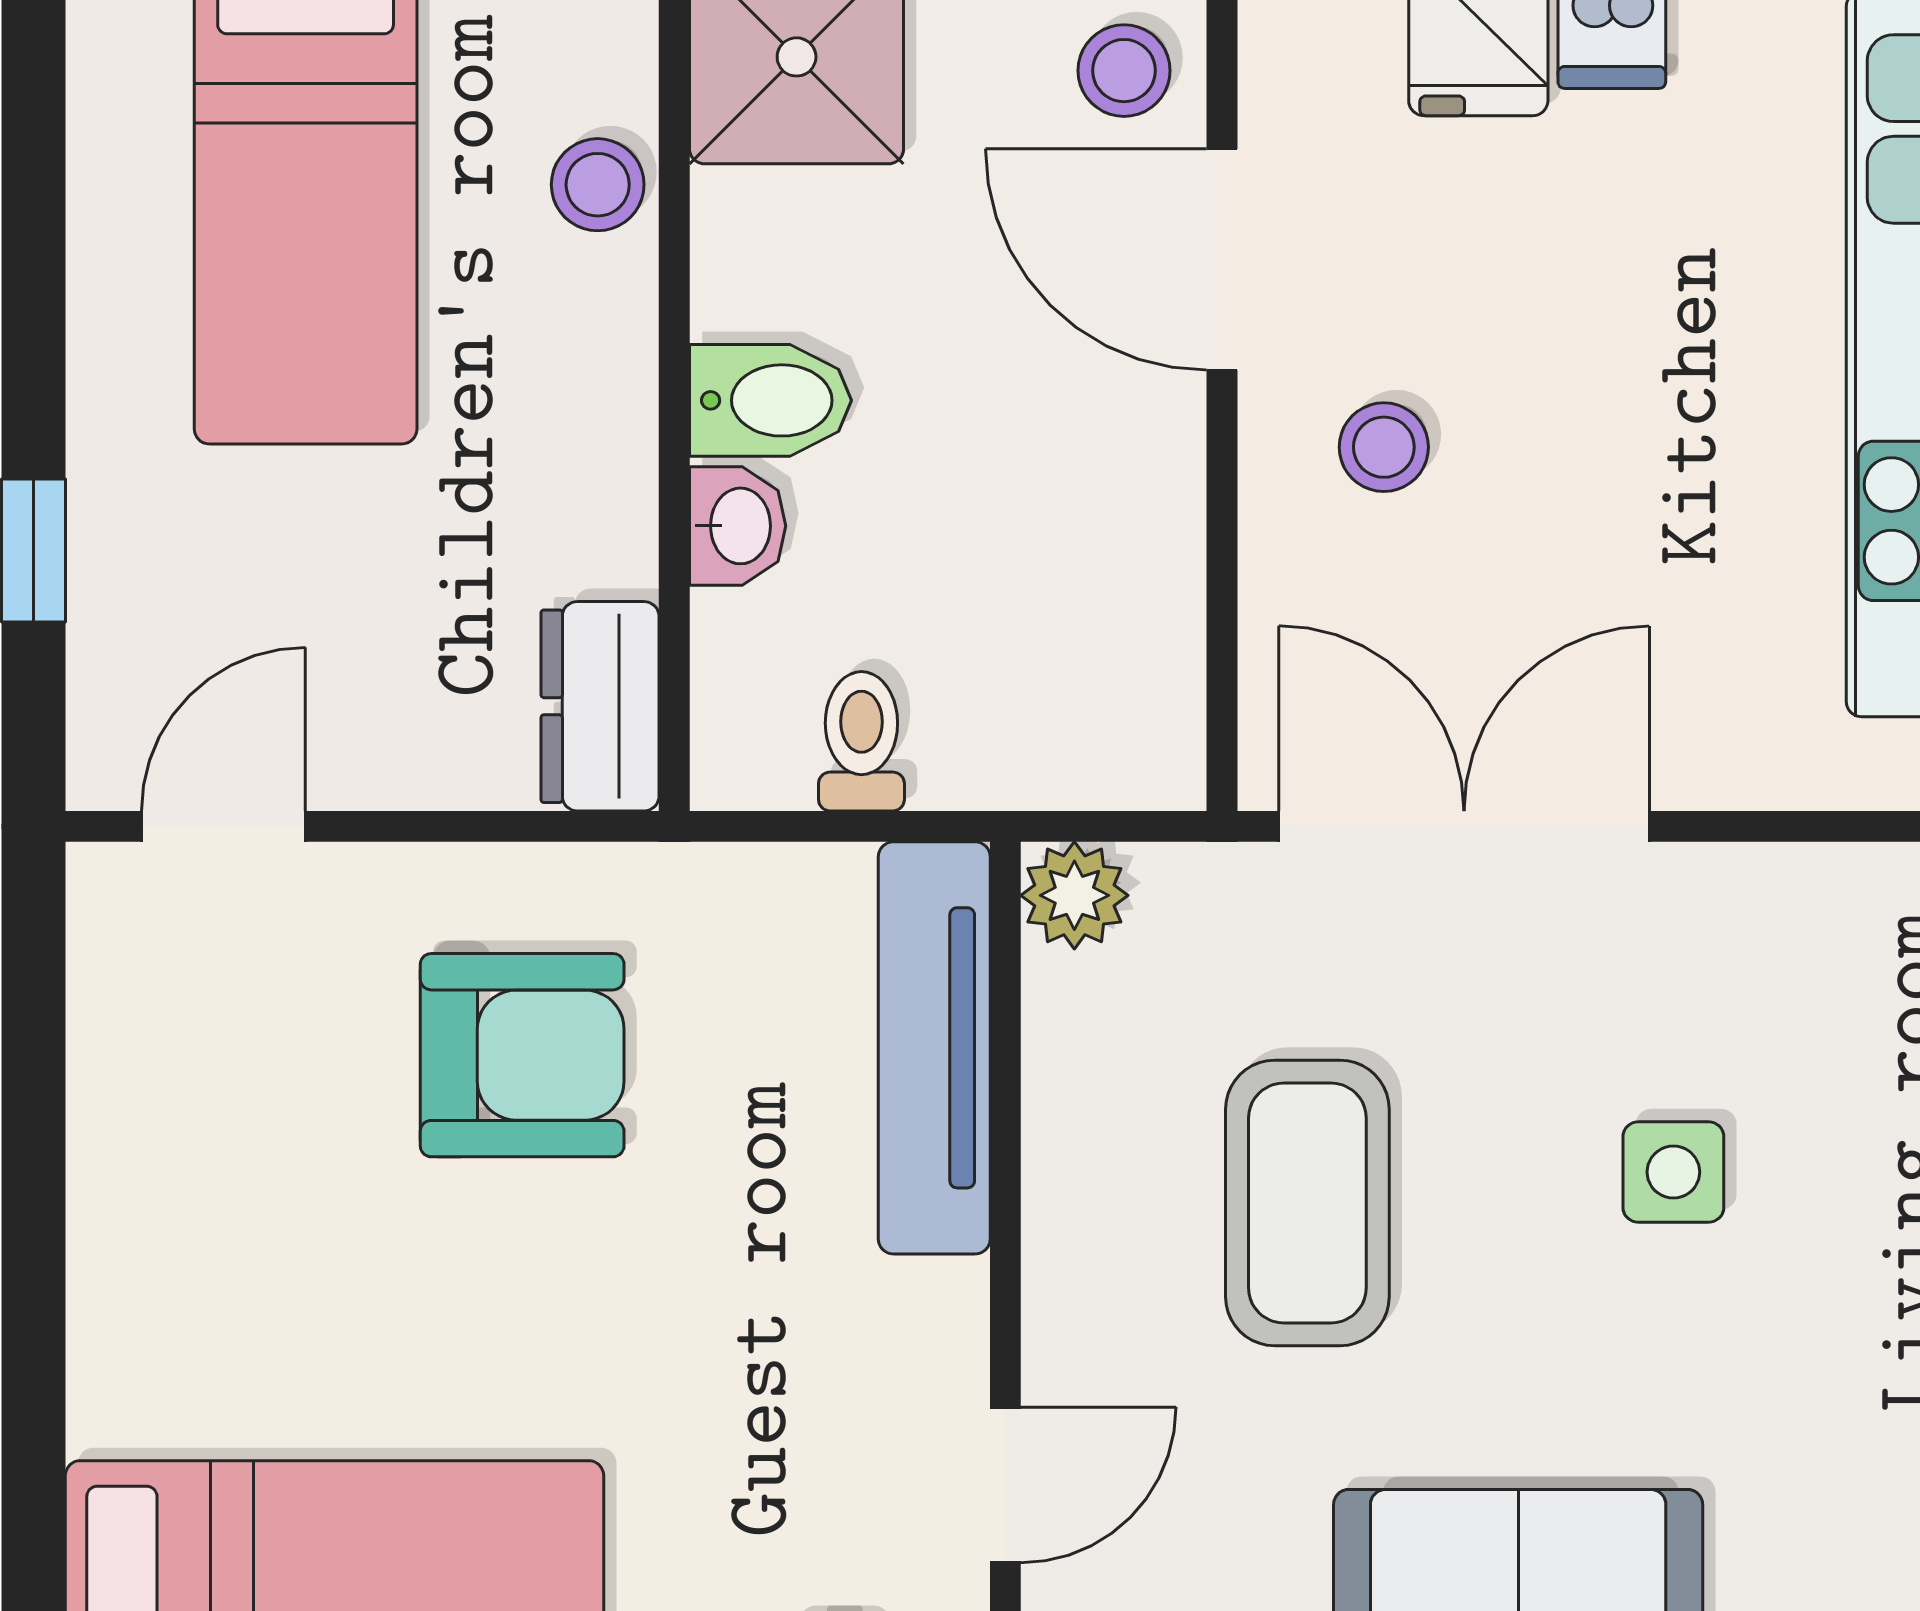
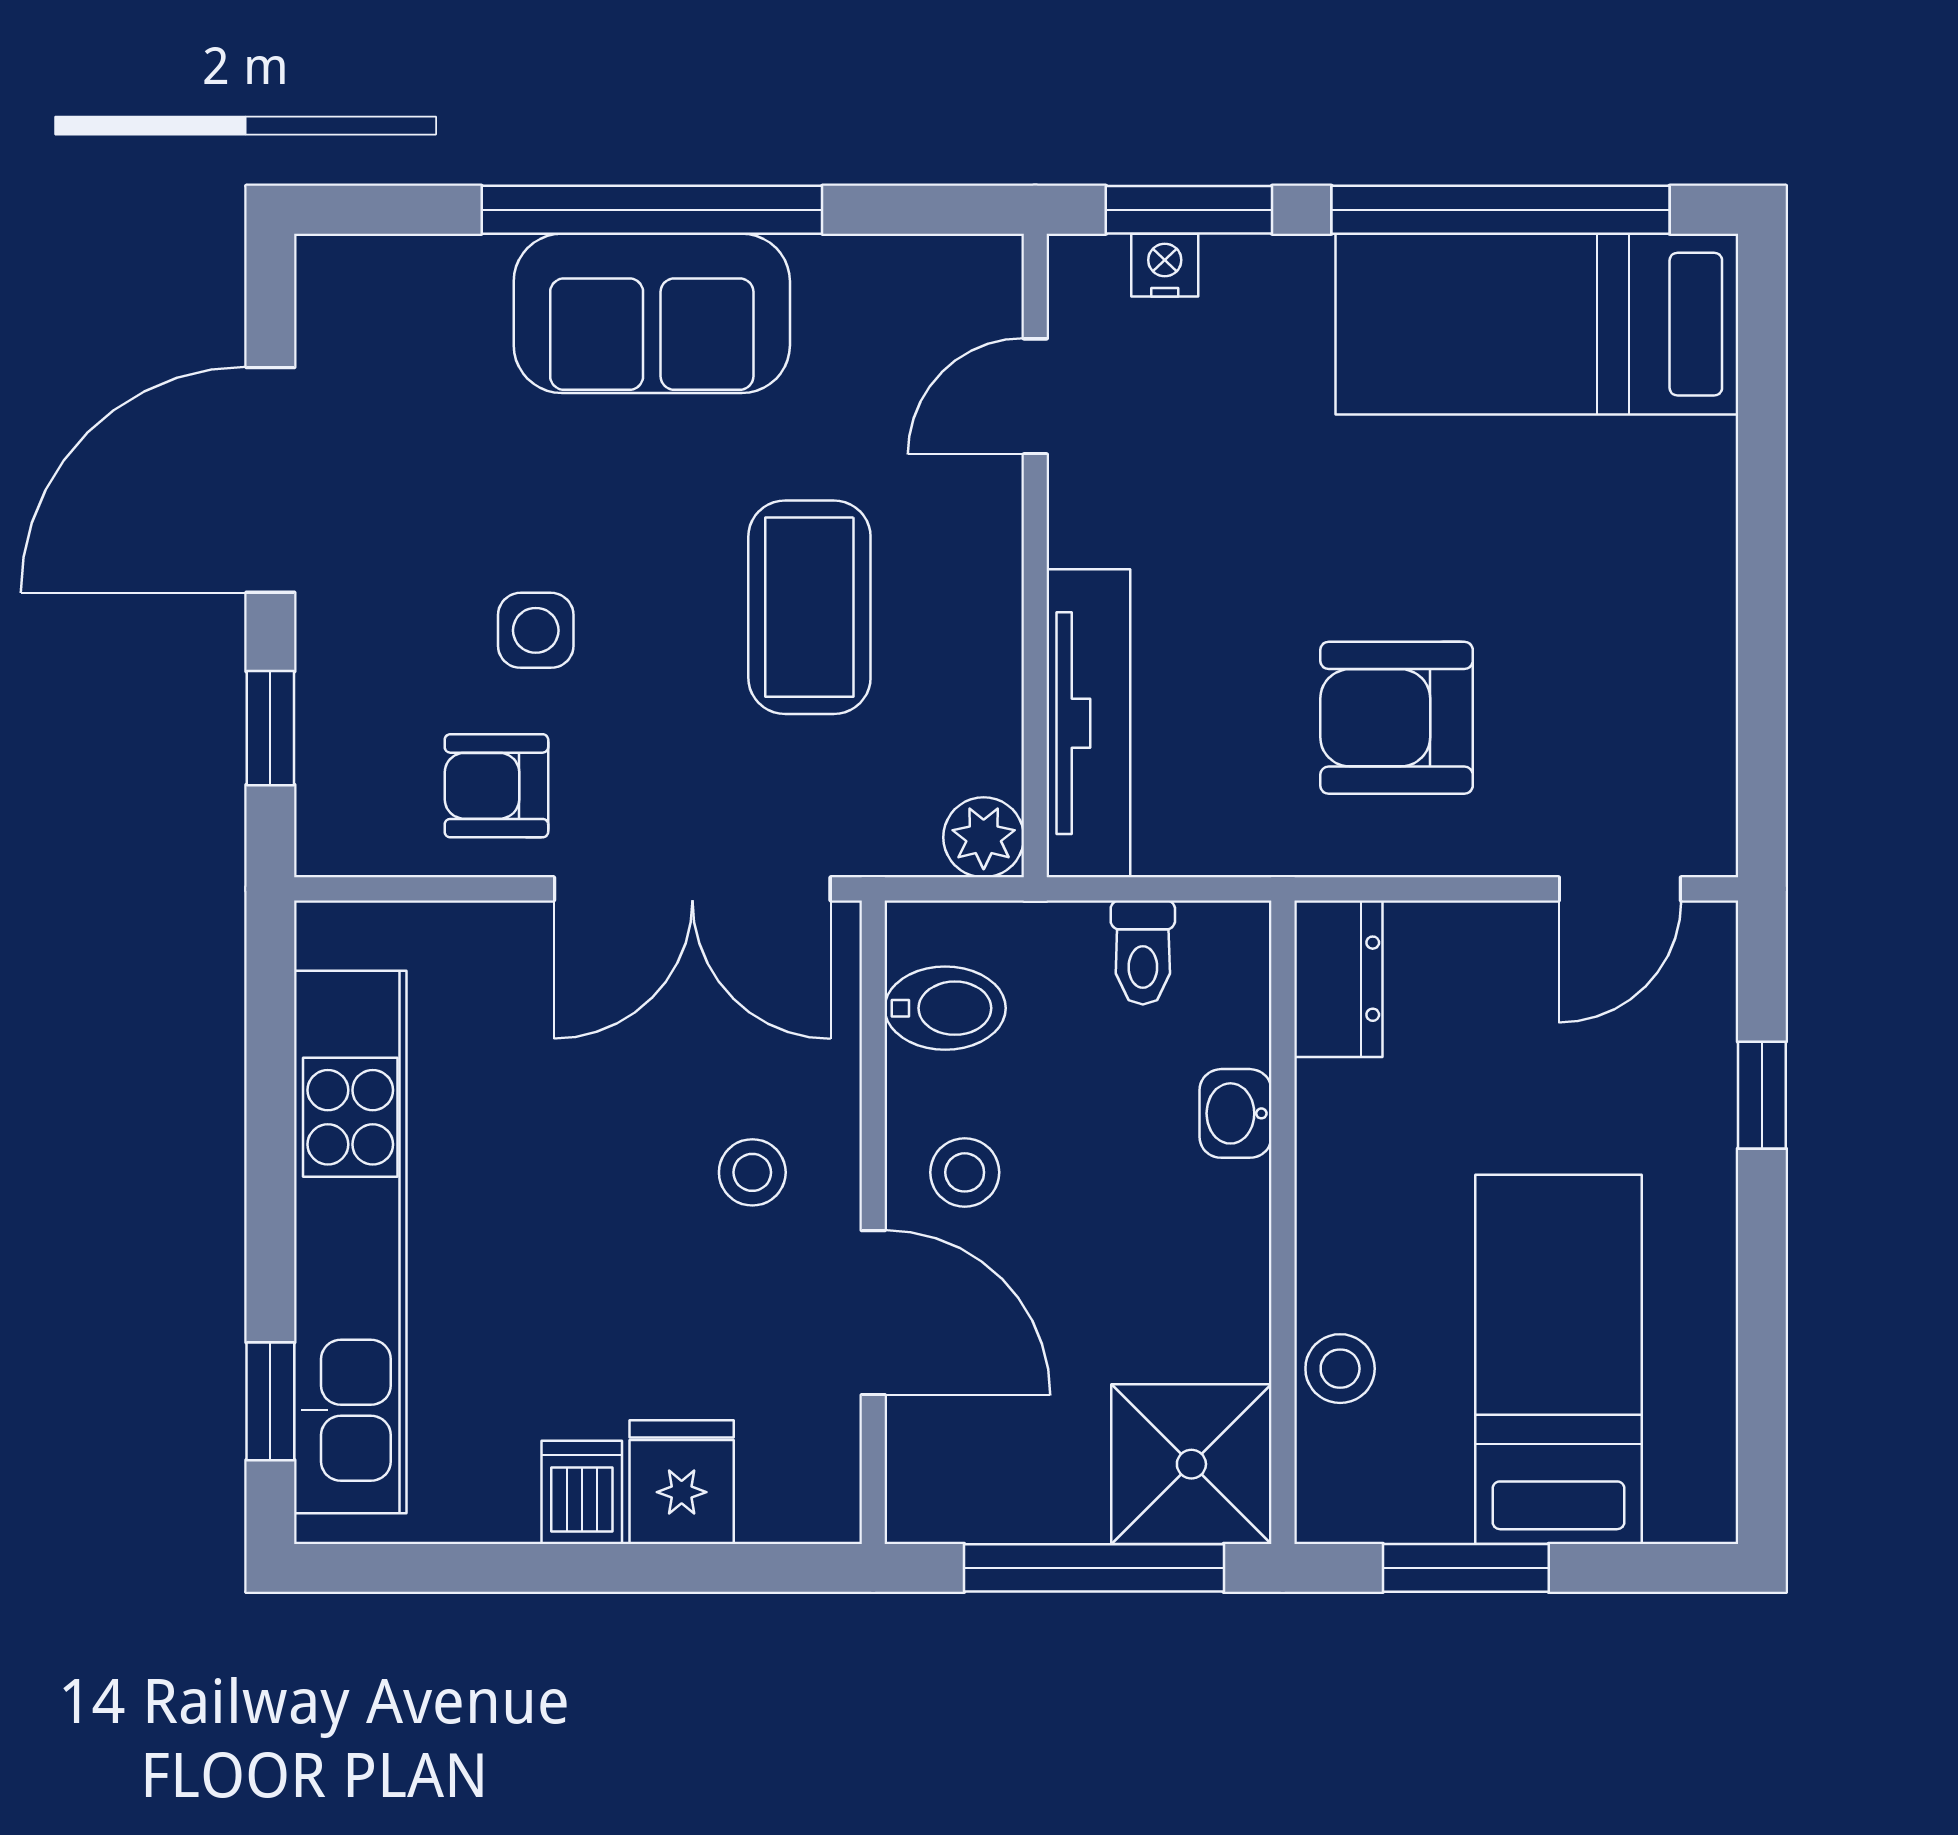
stool: (1124, 71) -> (965, 1172), moved
bidet: (770, 400) -> (945, 1008), moved, turned 180
armchair: (1726, 964) -> (496, 786), added

